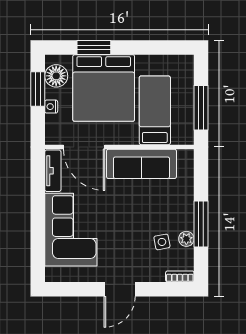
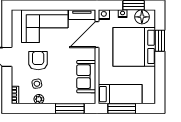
bed: (155, 110) -> (120, 94), moved
nightstand: (53, 136) -> (104, 15), added
sofa: (141, 164) -> (86, 77), width x0.73
window: (201, 224) -> (70, 109), moved
armchair: (125, 240) -> (38, 61), added

